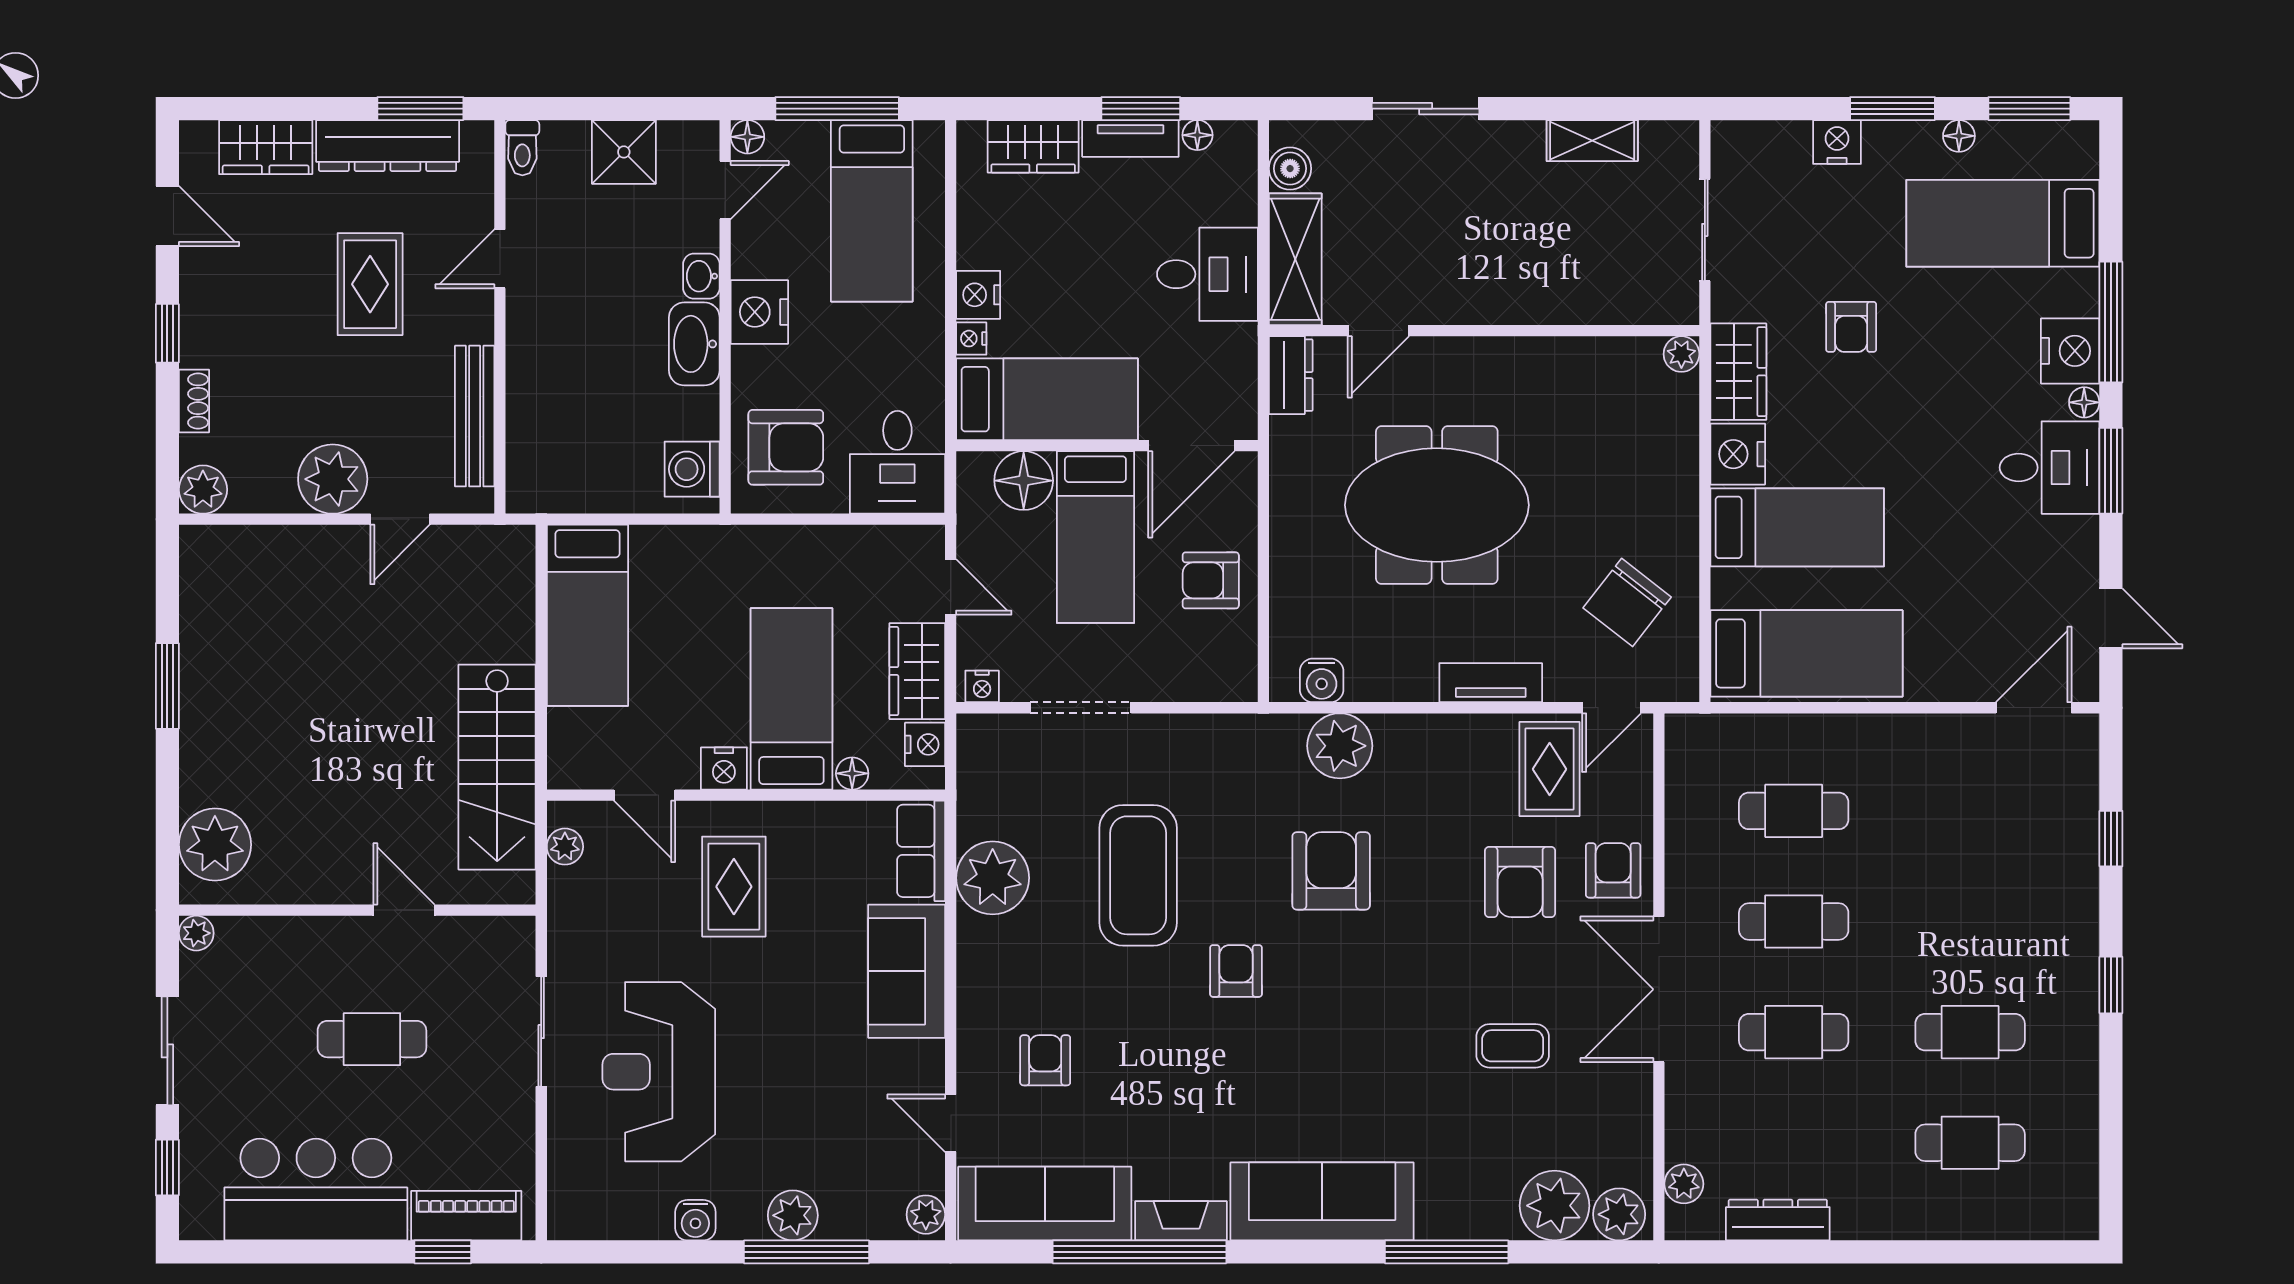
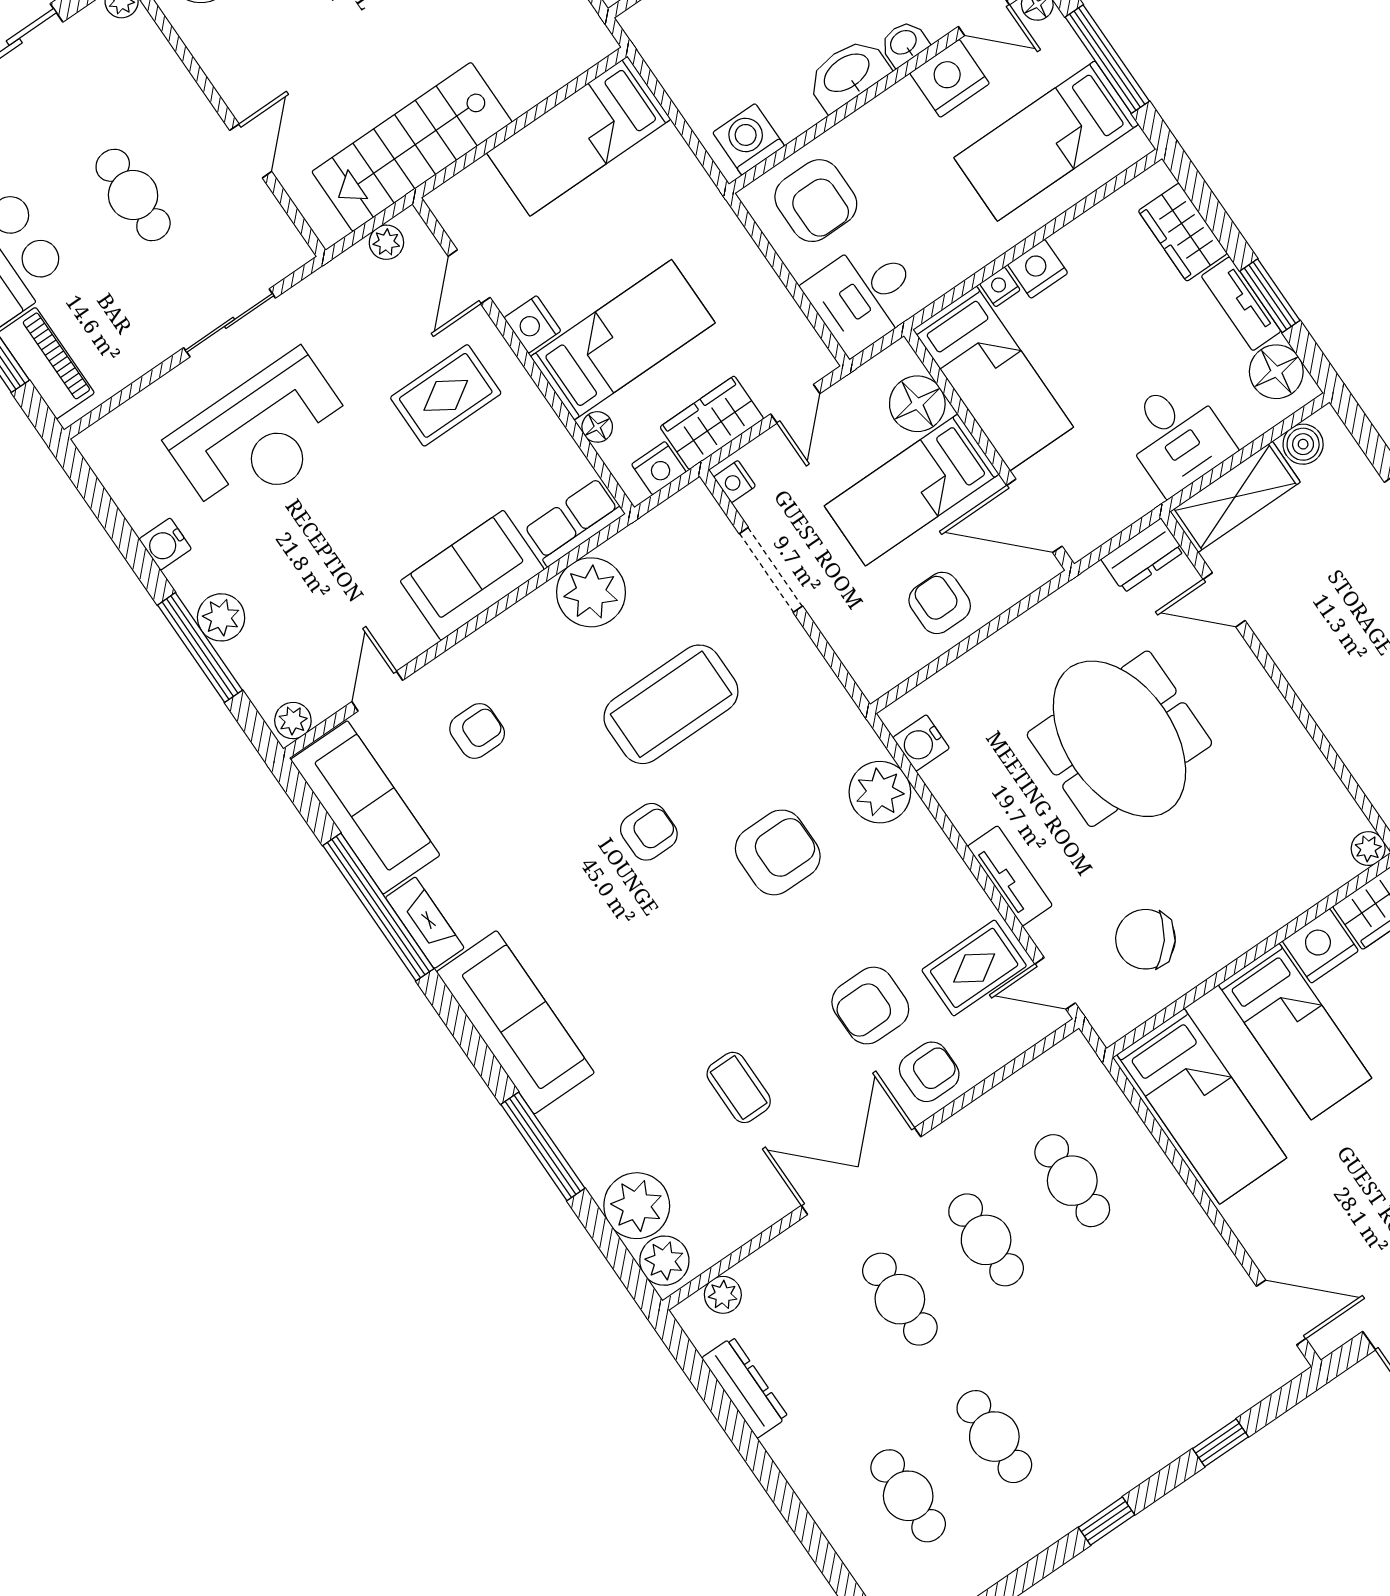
floor lamp: (1197, 135) -> (1276, 372), width x1.89, depth x1.89
nightstand: (759, 312) -> (950, 78), moved
reception desk: (659, 1072) -> (261, 436), turned 180

